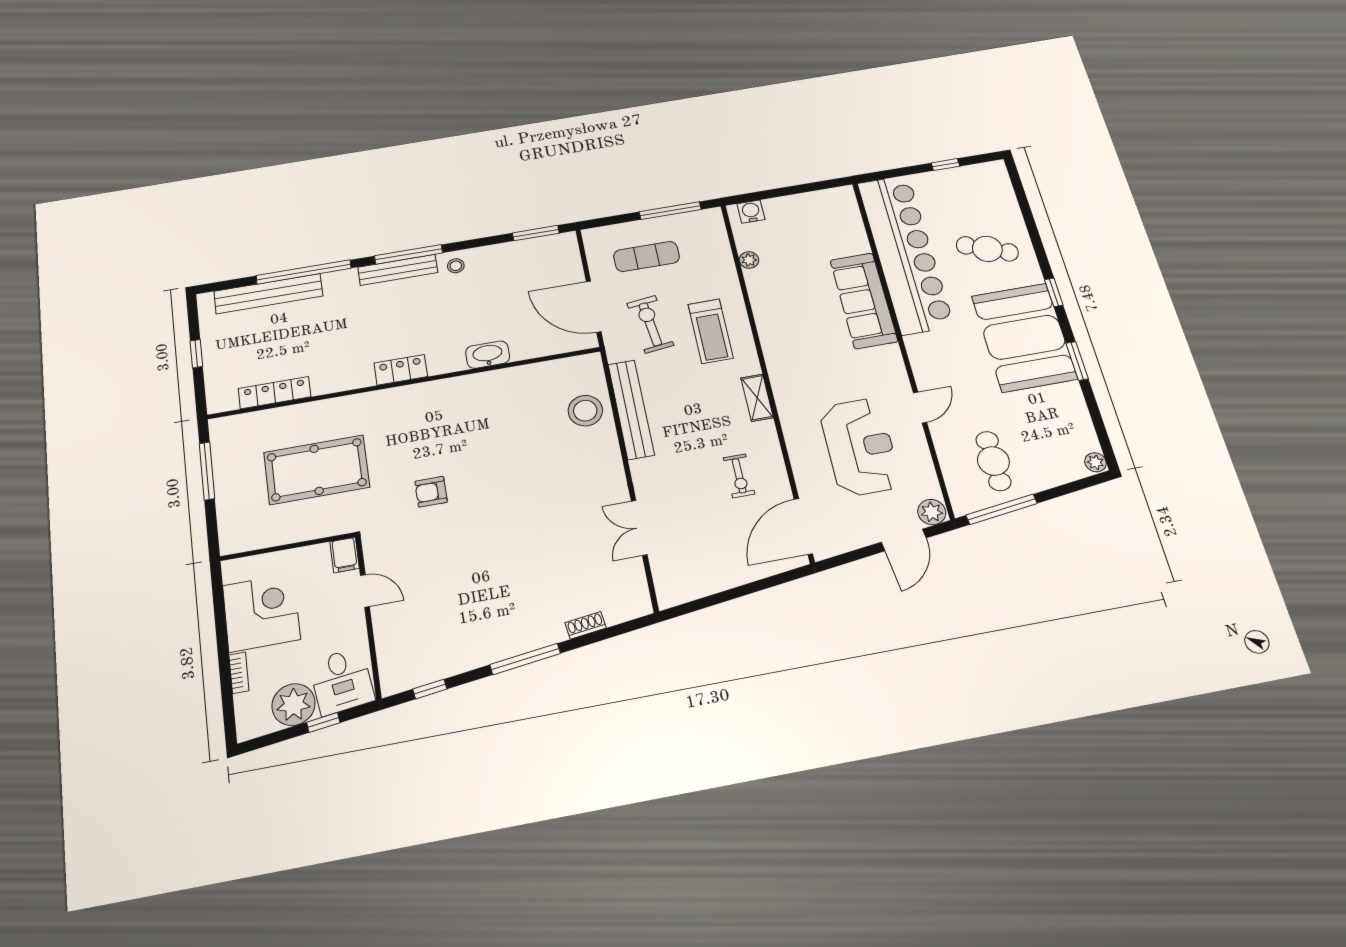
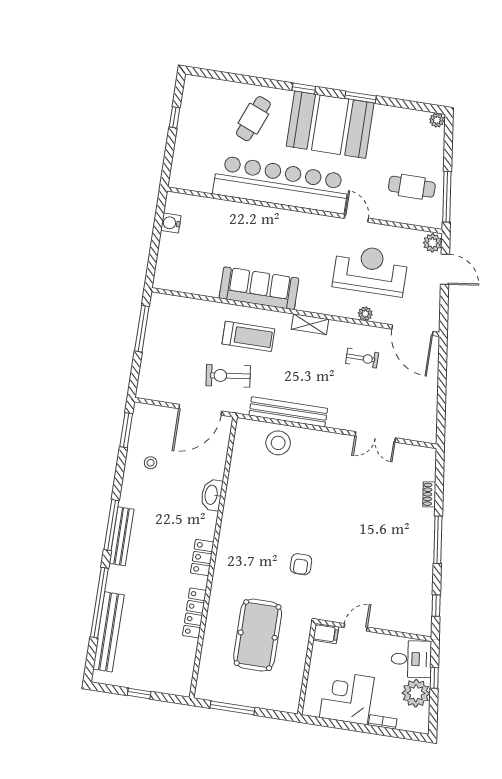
water cooler: (751, 212) -> (171, 223), moved
bar counter: (905, 254) -> (281, 185), moved
exercise mat: (646, 256) -> (173, 359), removed
plant: (749, 260) -> (365, 314), moved
stool: (456, 266) -> (151, 463), moved
sofa: (864, 301) -> (259, 288), moved, turned 180
locker: (275, 393) -> (194, 613), moved

